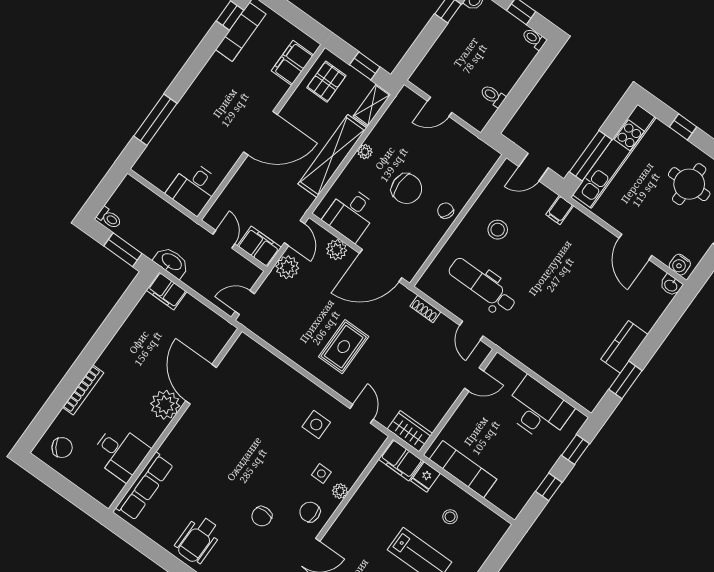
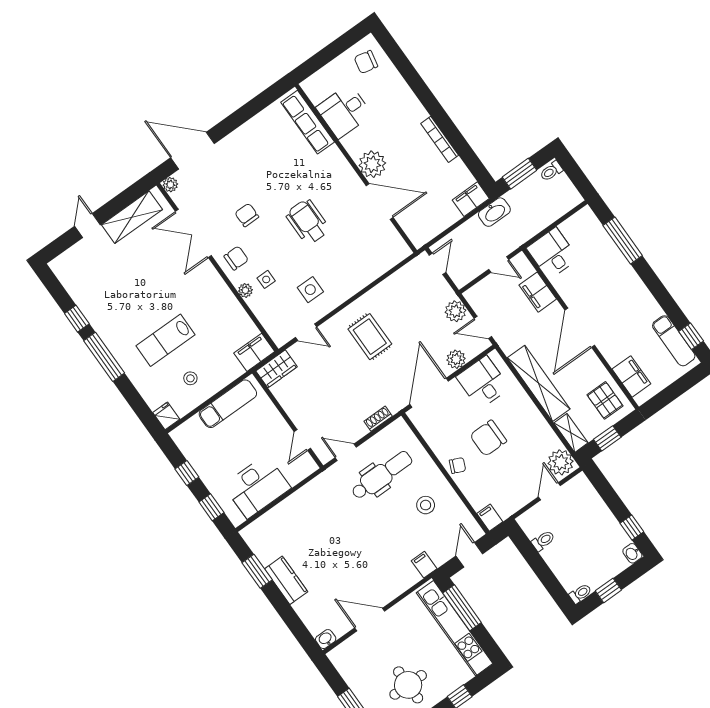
plant: (365, 152) -> (561, 462), moved, width x1.87, depth x1.87
filing cabinet: (488, 159) -> (490, 518), added
filing cabinet: (259, 247) -> (538, 292), moved, turned 90
water cooler: (680, 265) -> (341, 653), removed
bookcase: (83, 390) -> (440, 139), moved
chair: (62, 448) -> (366, 62), turned 46
fridge: (426, 477) -> (166, 416), moved
wheelchair: (198, 540) -> (308, 222), moved

